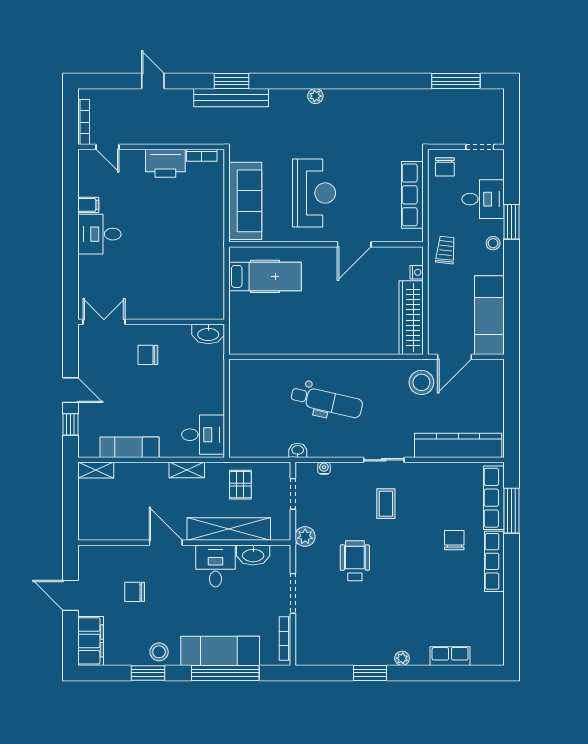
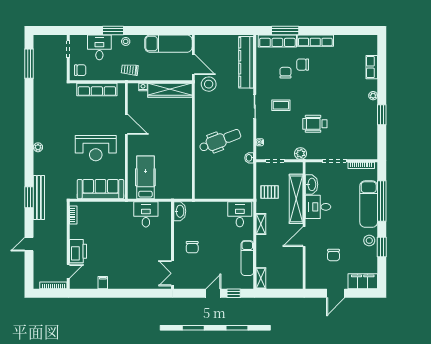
printer: (165, 163) -> (78, 251), moved
reception desk: (314, 193) -> (96, 148), turned 180
desk: (99, 234) -> (146, 214), moved, turned 180
dental chair: (327, 402) -> (220, 141), turned 56
chair: (441, 511) -> (285, 73), added

